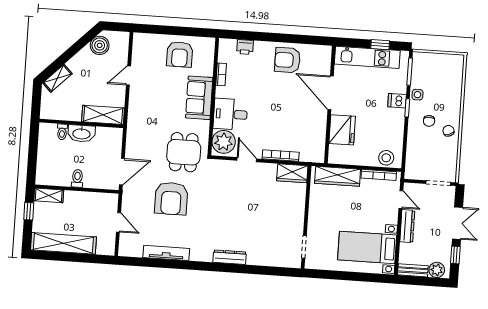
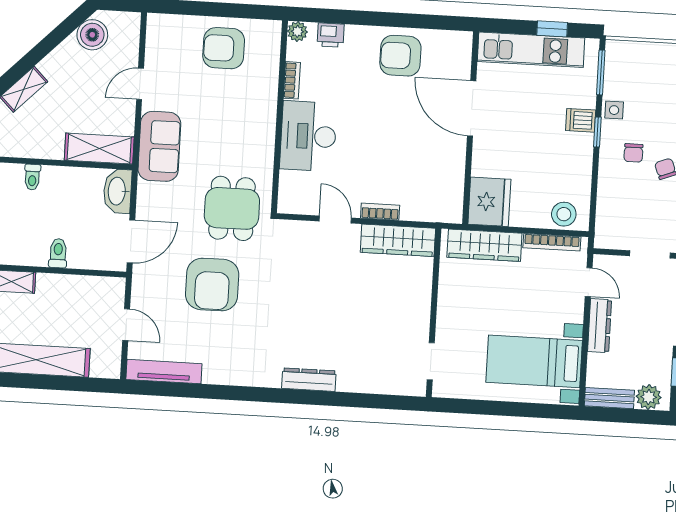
armchair: (180, 54) -> (224, 48), turned 90
sofa: (199, 98) -> (159, 146), moved, turned 180
desk: (230, 114) -> (308, 136), width x1.37
fridge: (342, 130) -> (489, 202), moved
washbasin: (81, 133) -> (118, 191), moved, turned 90
plant: (224, 142) -> (297, 31), moved, width x0.53, depth x0.53
bookcase: (281, 156) -> (380, 212), width x0.64
wardrobe: (292, 173) -> (398, 240), width x1.50
tv unit: (166, 253) -> (164, 372), moved

